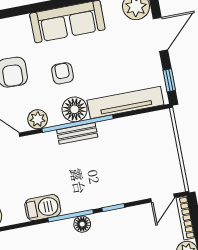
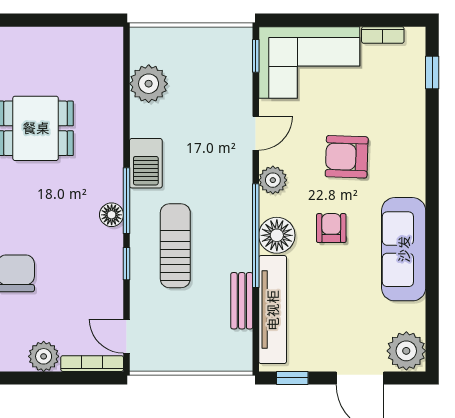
armchair: (62, 73) -> (331, 228), turned -90
bench: (77, 133) -> (242, 301), moved
sun lounger: (95, 177) -> (175, 246), added

